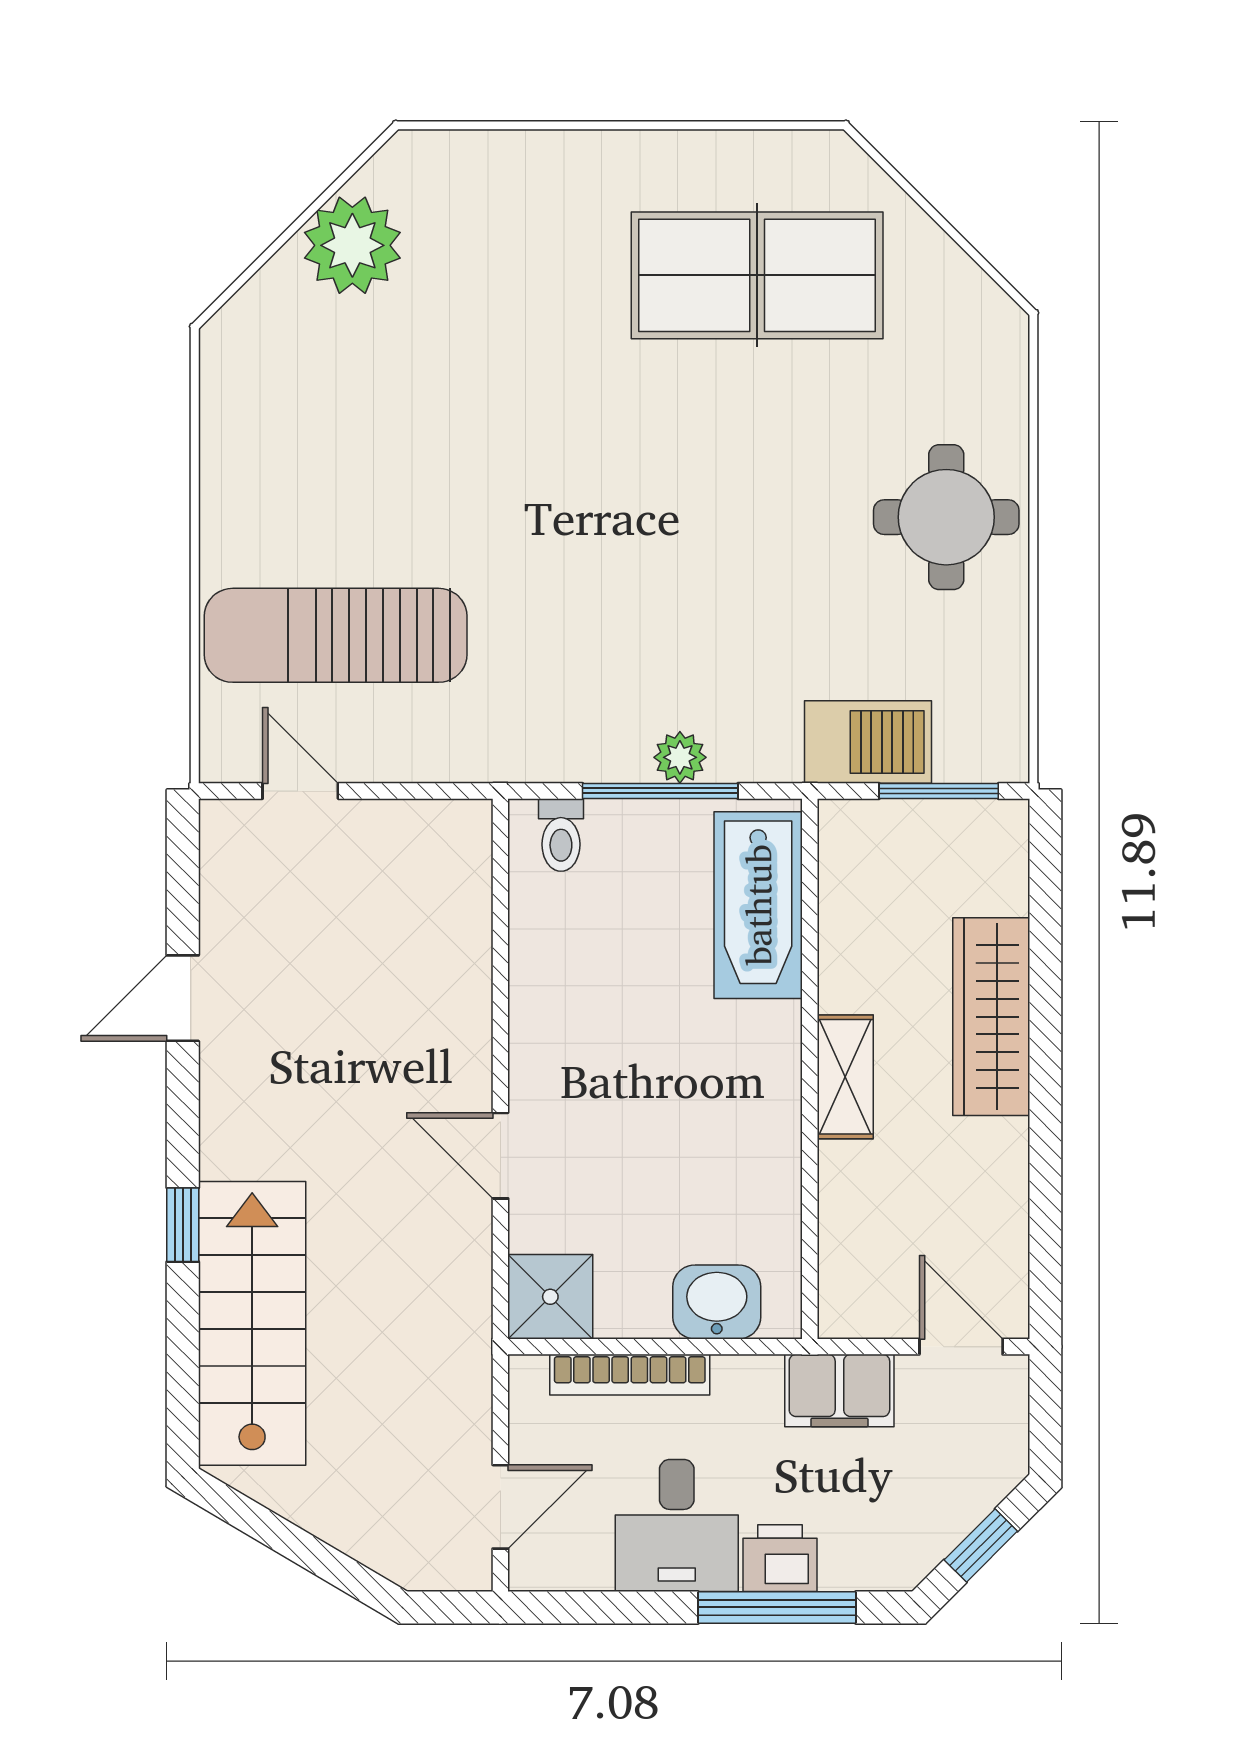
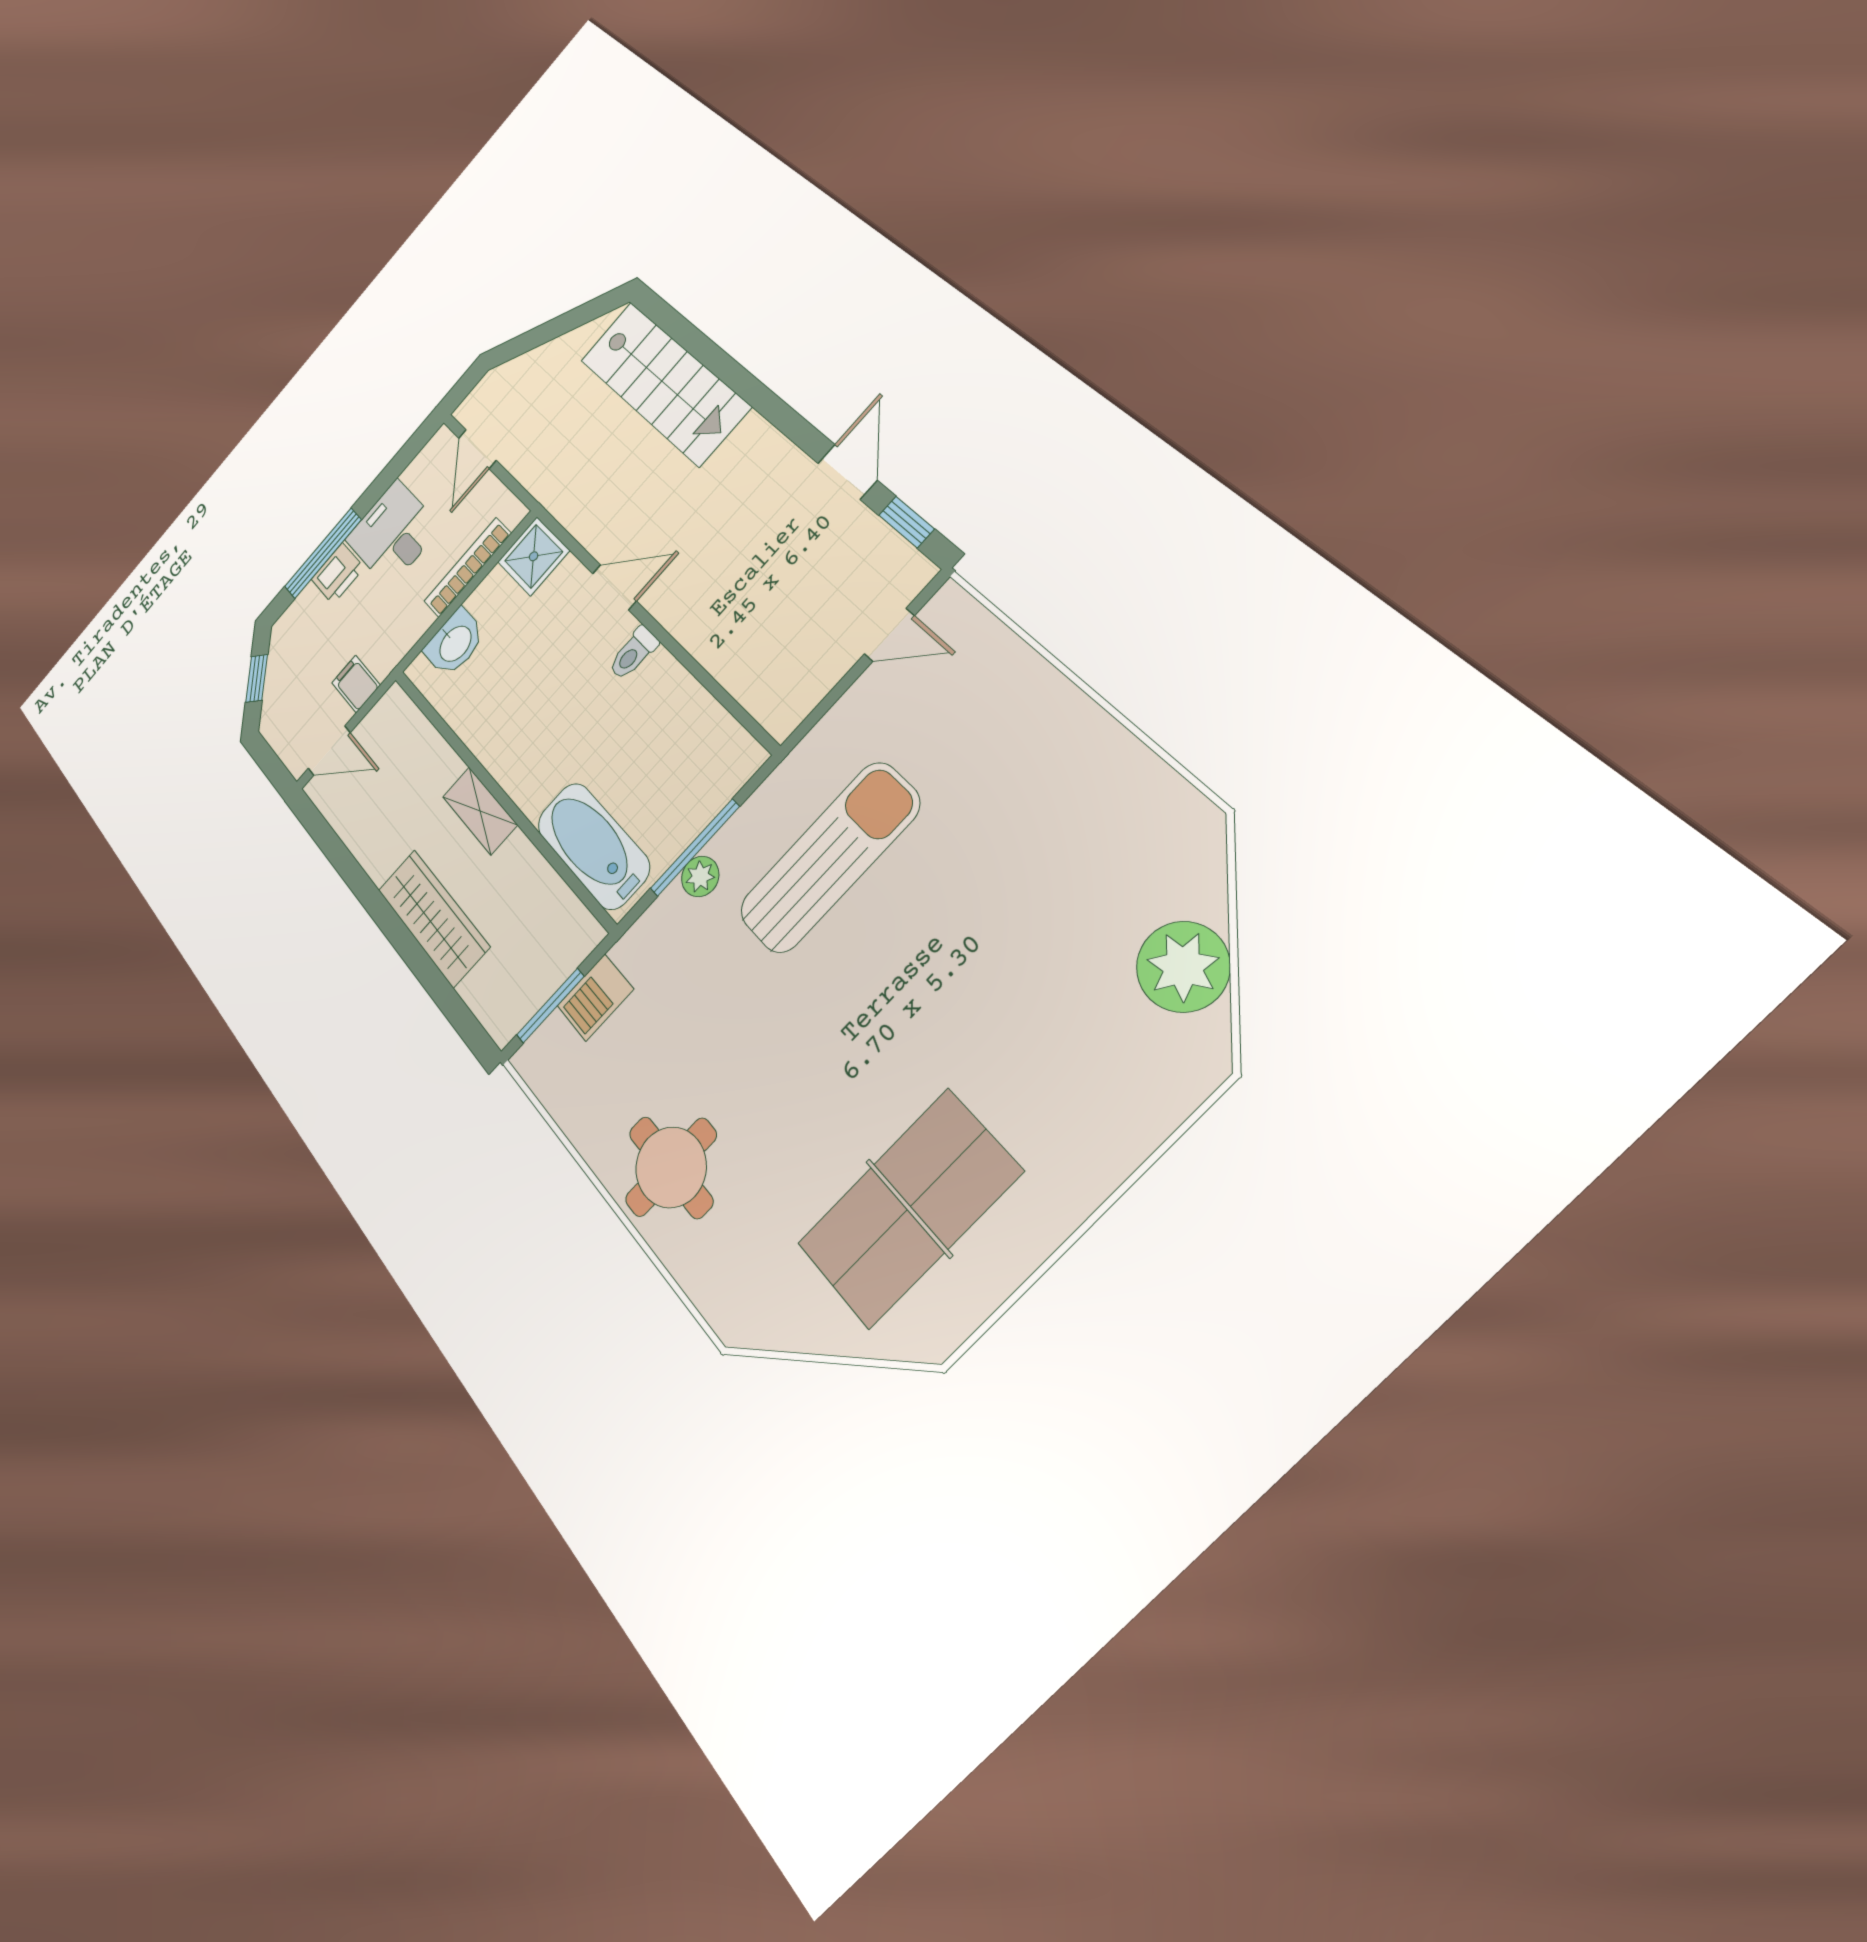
sun lounger: (336, 635) -> (829, 858), moved
barbecue: (868, 742) -> (595, 998), width x0.73, depth x0.79
toilet: (561, 835) -> (633, 653), moved, turned -90
window: (183, 1225) -> (906, 522), moved
filing cabinet: (839, 1391) -> (356, 684), width x0.50

